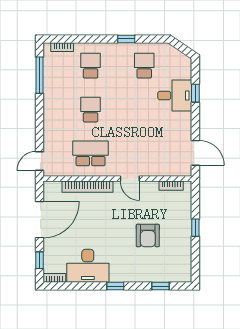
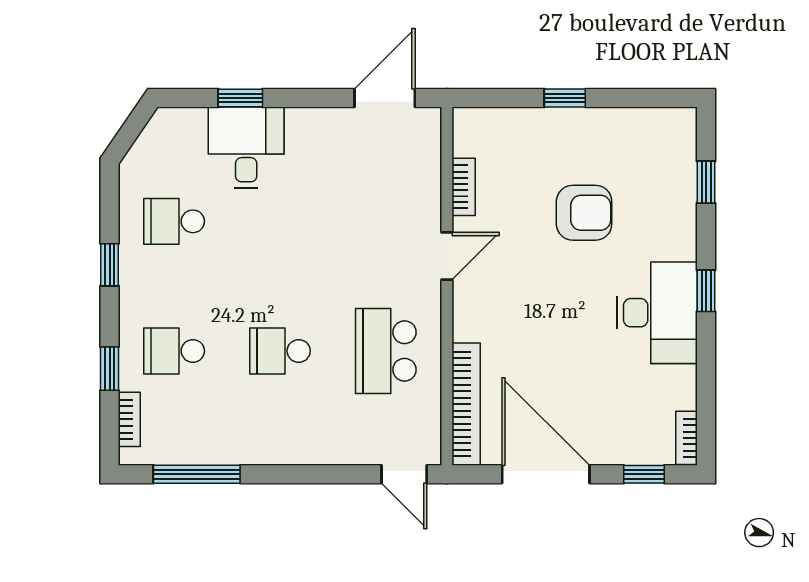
window: (83, 39) -> (110, 369), added
bookcase: (171, 186) -> (464, 187), moved
bookcase: (88, 187) -> (466, 404), moved
desk: (88, 266) -> (657, 313), moved

